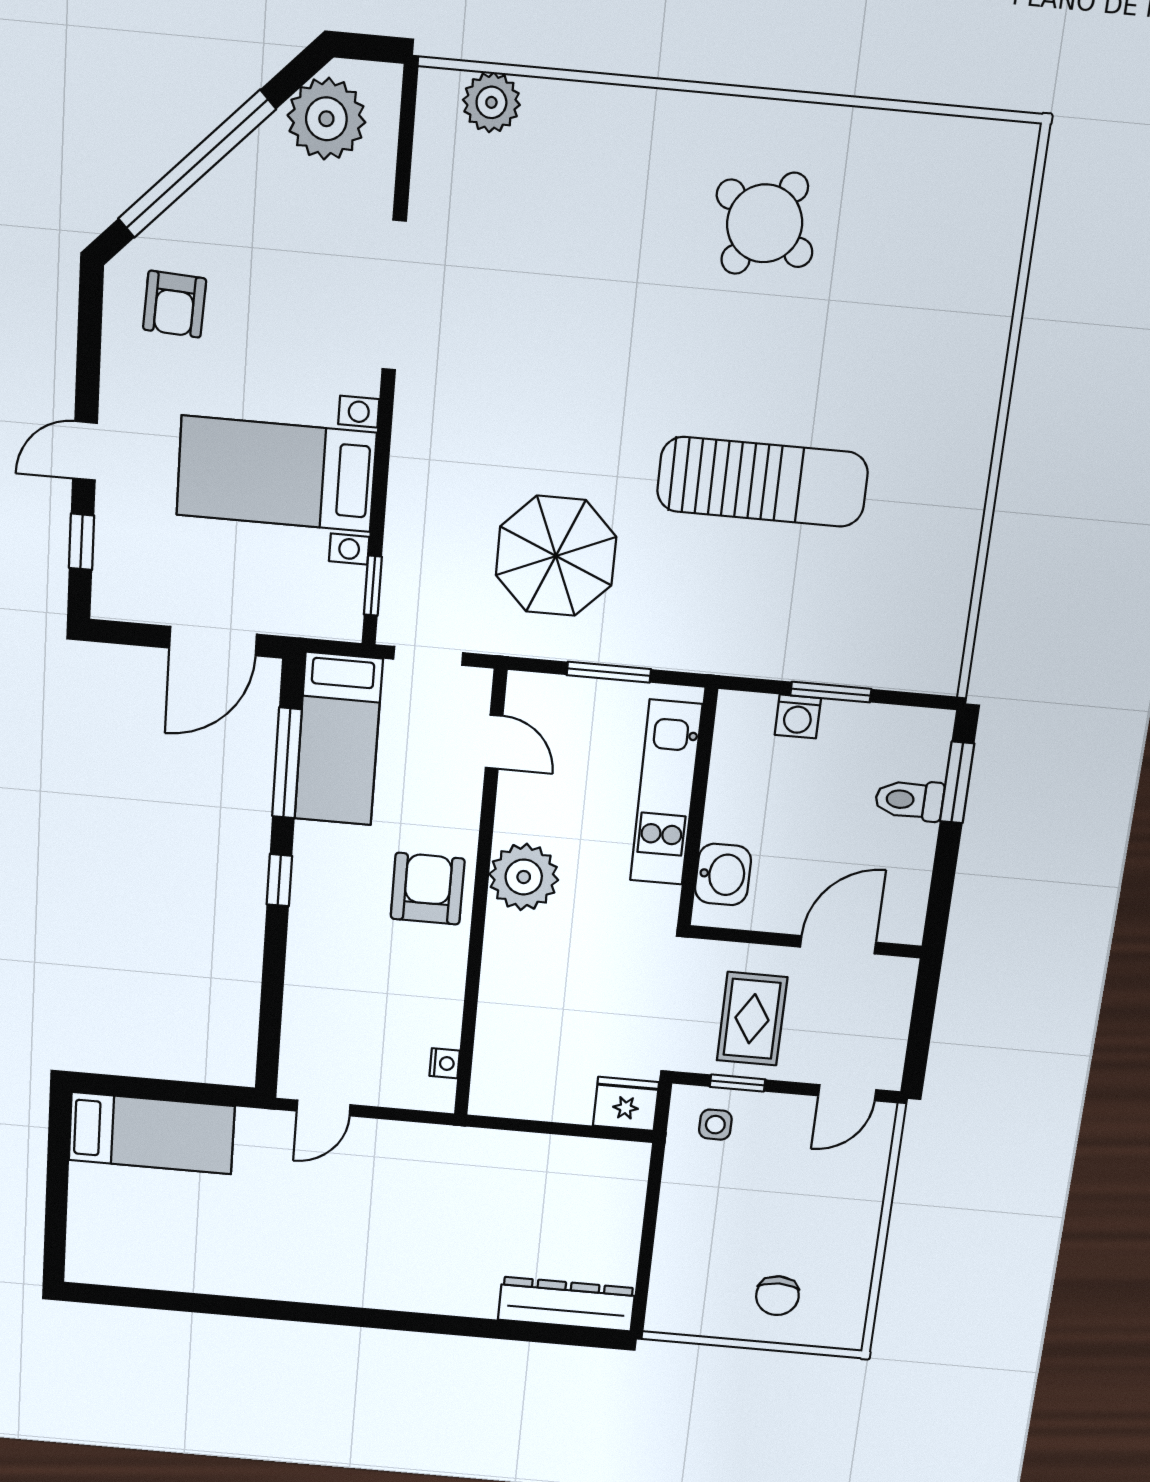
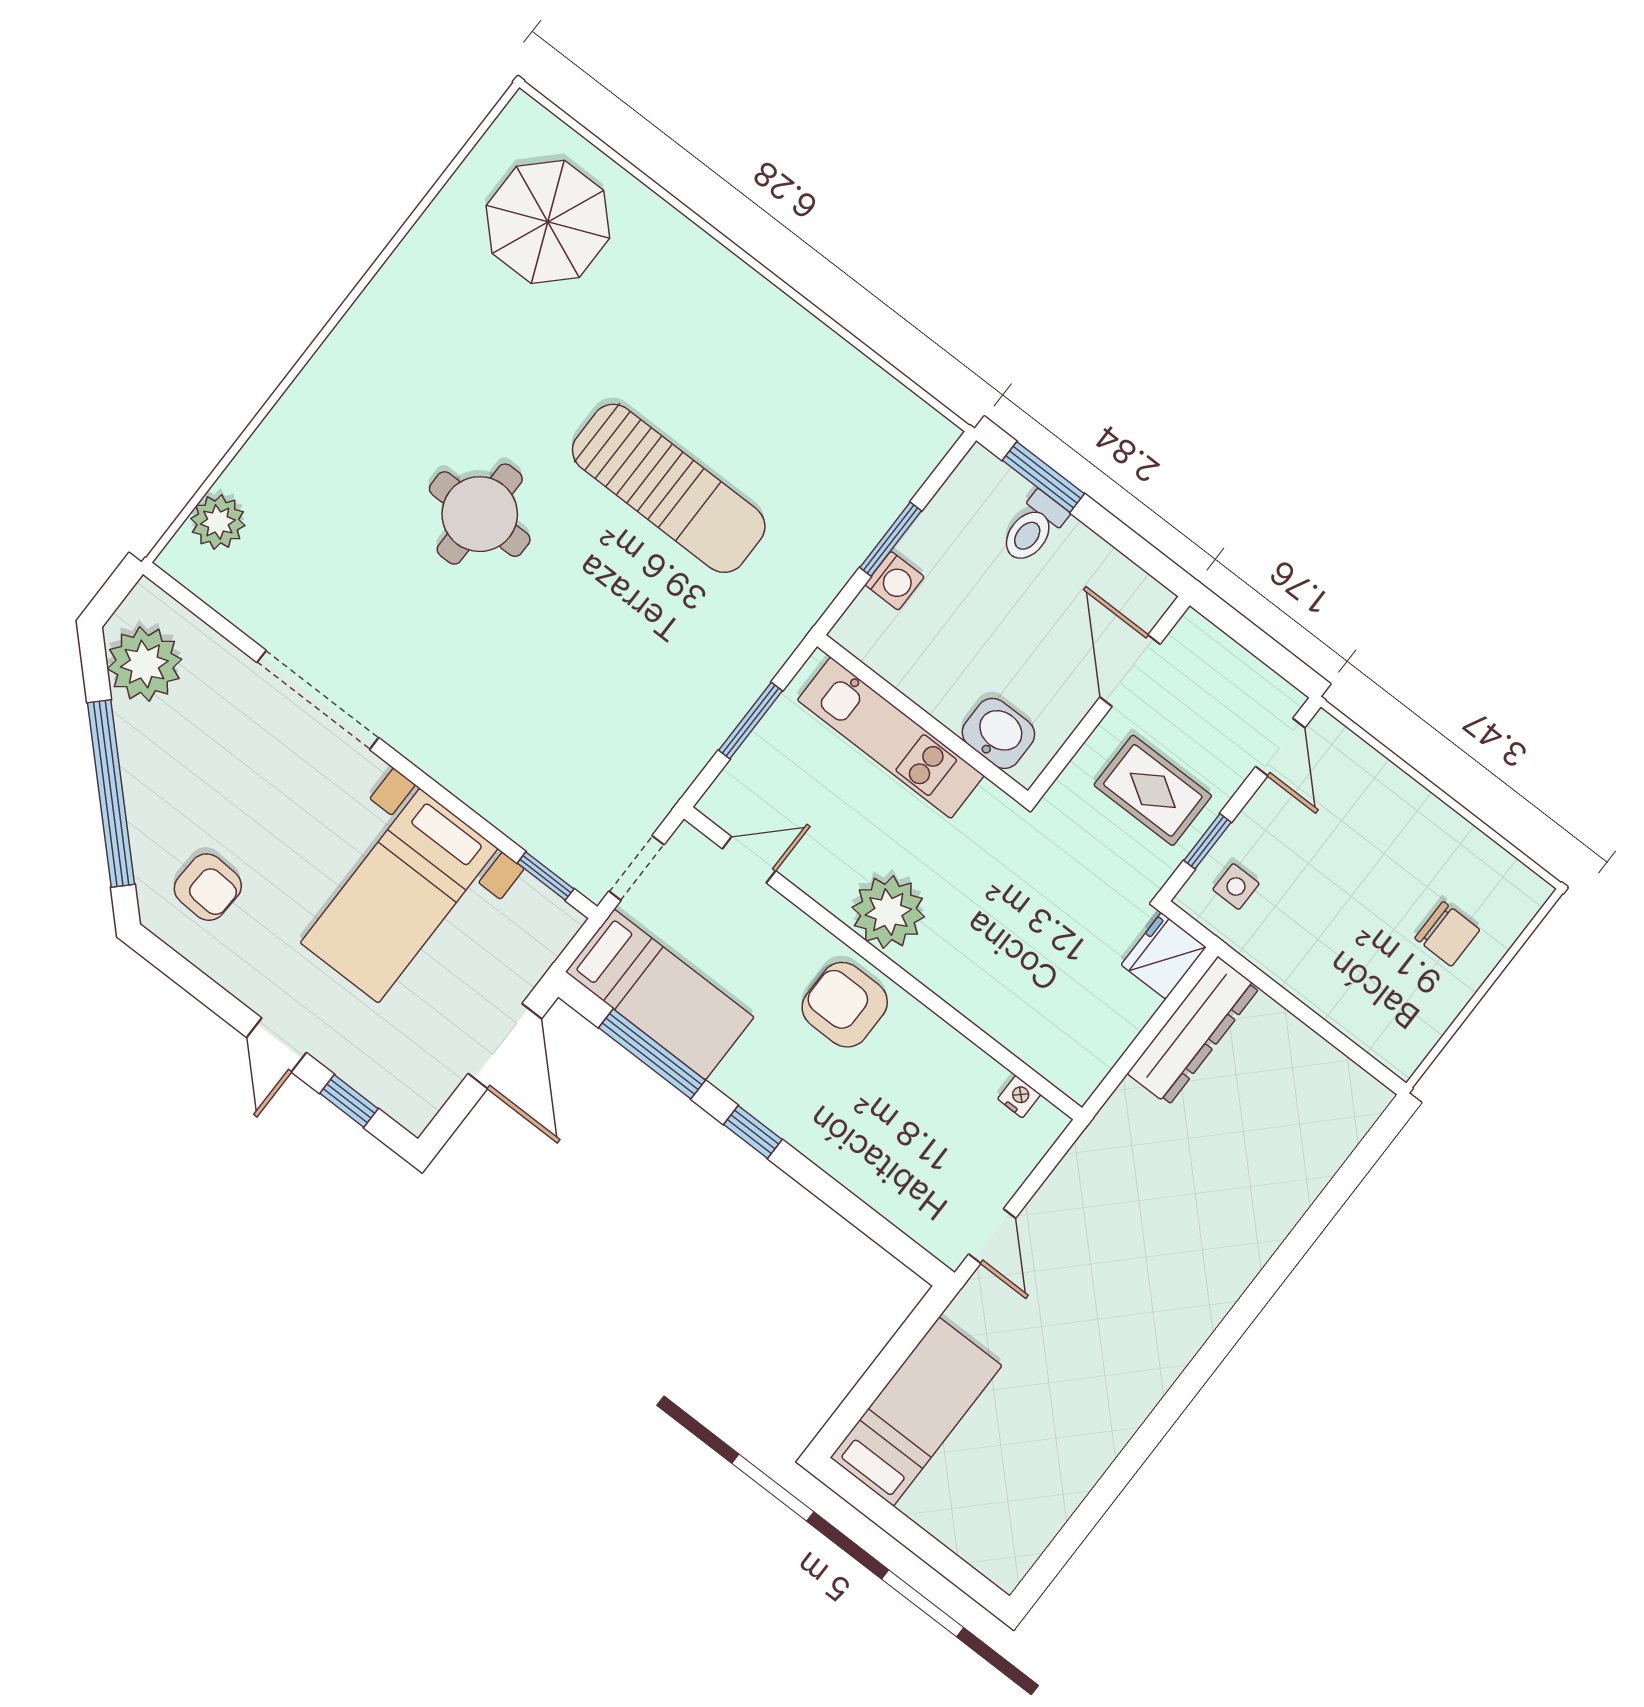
round table: (765, 223) -> (480, 514), moved, turned -34
sun lounger: (762, 482) -> (669, 488), turned 90
parasol: (556, 556) -> (548, 222), moved
dresser: (567, 1304) -> (1193, 1031), moved, turned 180

